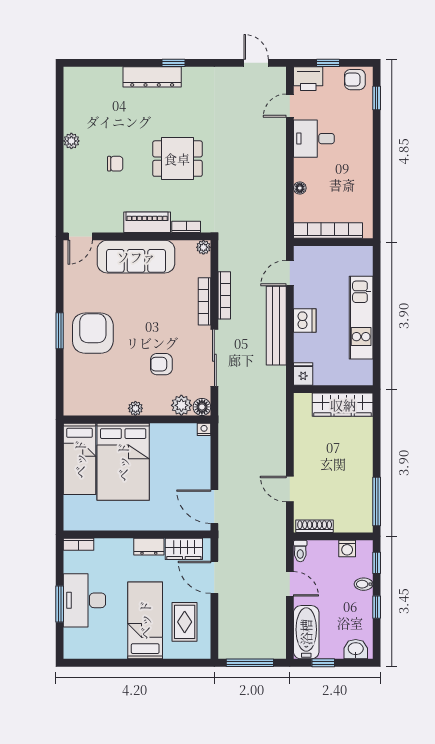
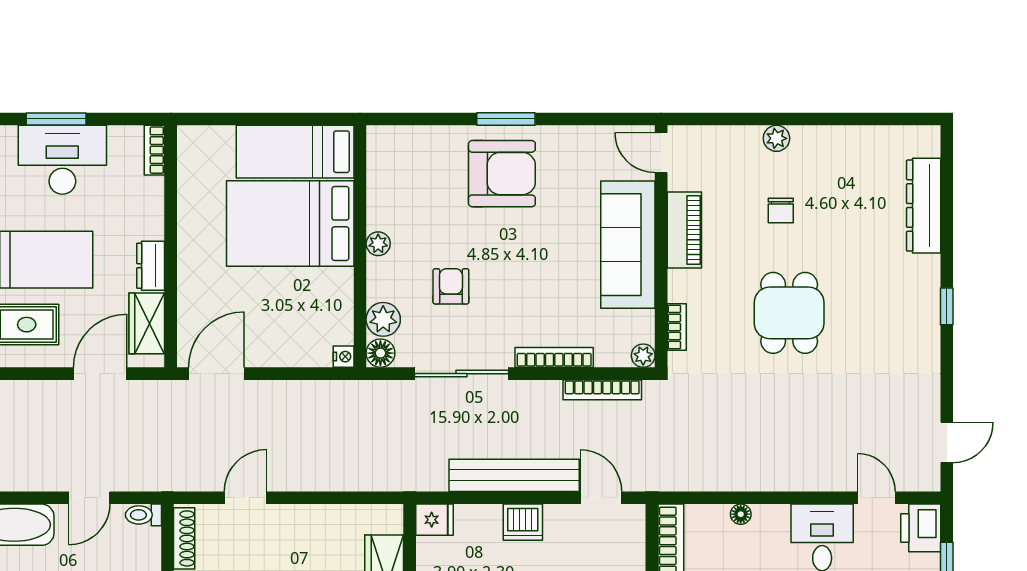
dresser: (152, 77) -> (924, 206), moved
plant: (71, 141) -> (776, 138), moved
piano: (147, 222) -> (684, 230), moved
bookcase: (224, 295) -> (602, 390), moved

